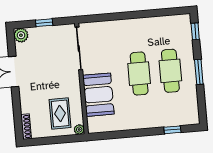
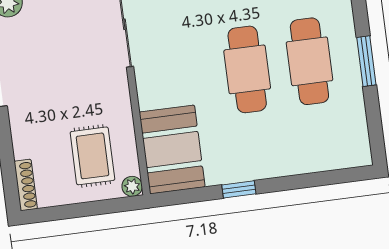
booth: (98, 95) -> (172, 149), moved
window: (172, 130) -> (239, 189), moved

